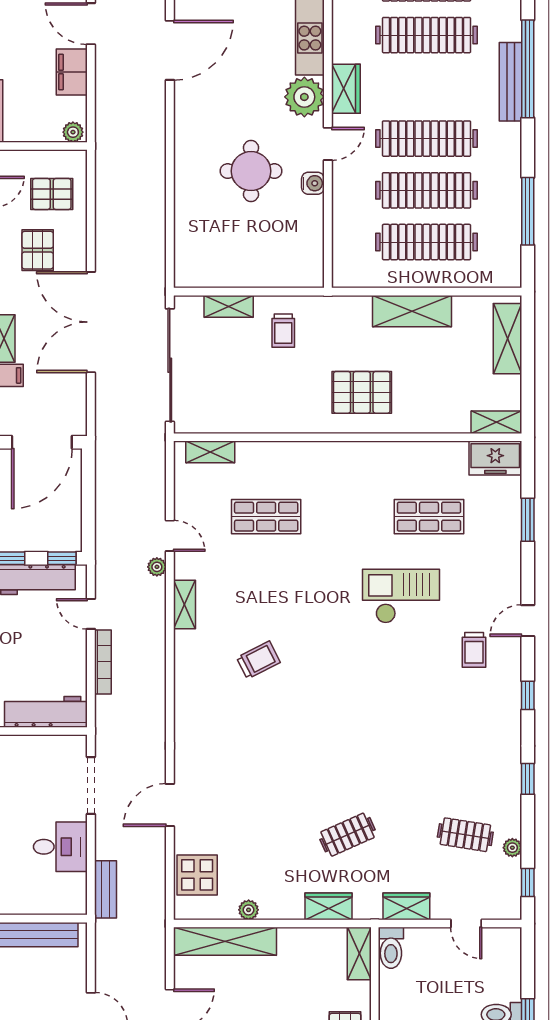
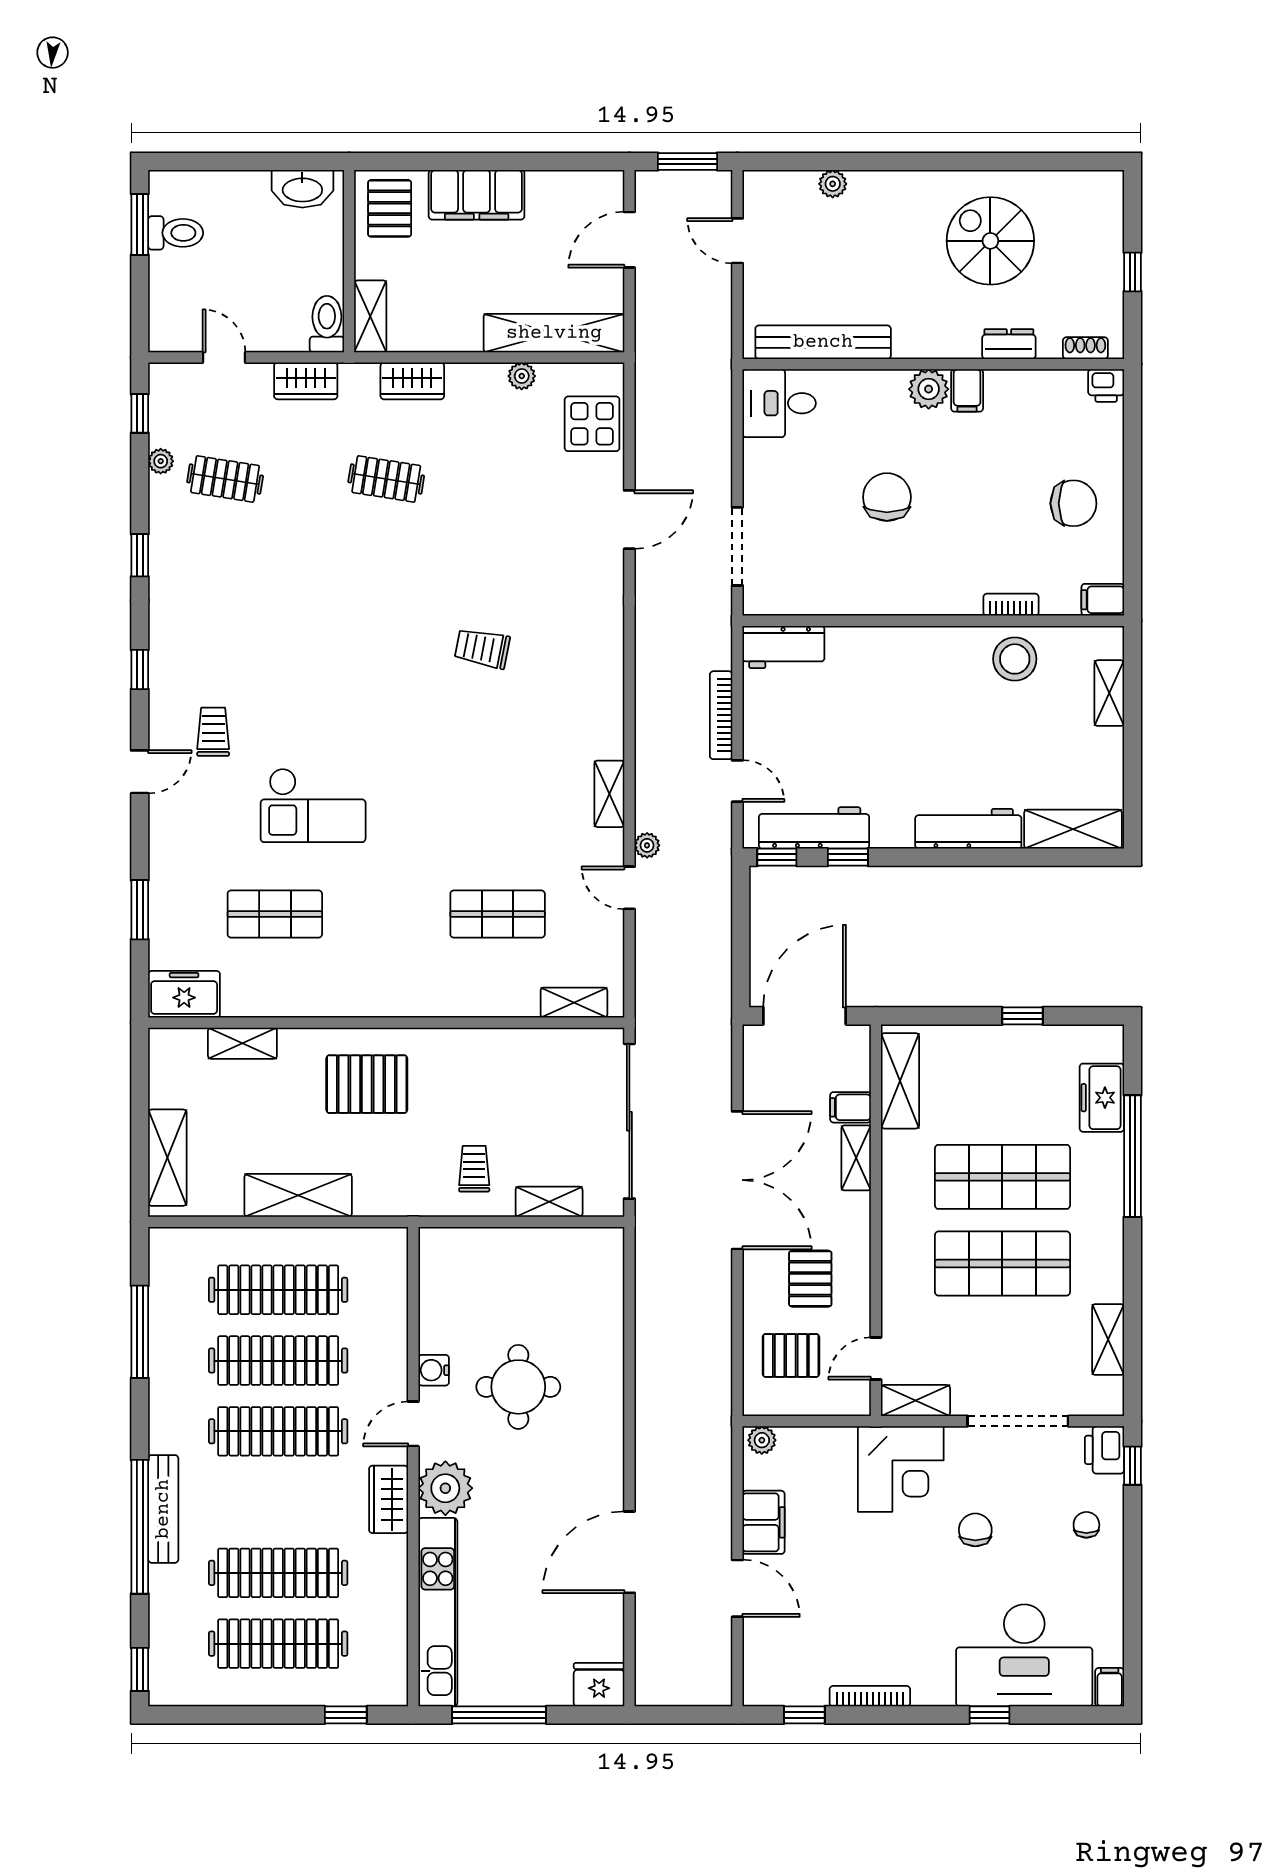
shelving: (496, 422) -> (242, 1043), moved
trolley: (258, 660) -> (482, 648), moved, turned 38
workbench: (46, 712) -> (783, 647), width x0.73
clothes rail: (348, 835) -> (386, 479), turned 33
desk: (60, 847) -> (779, 403), moved
bench: (106, 889) -> (717, 404), removed

